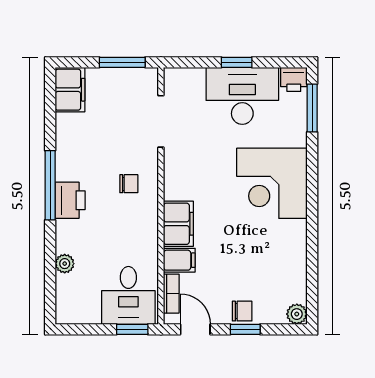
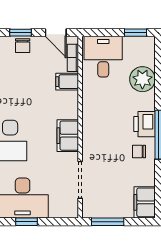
chair: (129, 184) -> (139, 151), moved
filing cabinet: (178, 224) -> (68, 136), moved
plant: (65, 264) -> (142, 79), width x1.88, depth x1.88
chair: (242, 311) -> (23, 46), turned -90
window: (132, 329) -> (136, 33), moved

